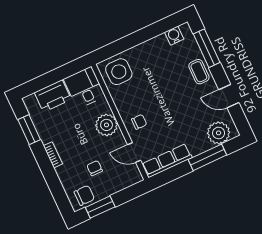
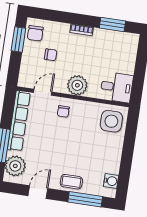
printer: (53, 96) -> (126, 59), removed
row of seats: (167, 161) -> (19, 121), width x1.36

